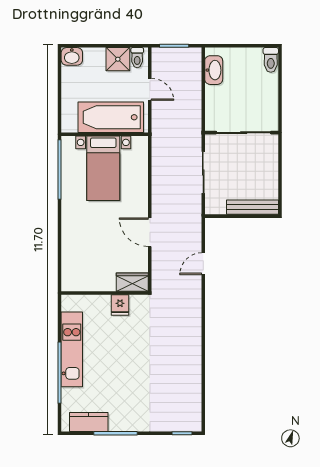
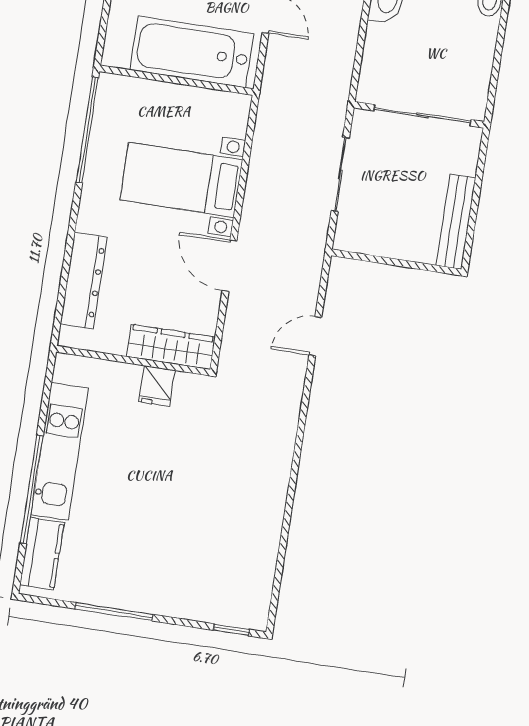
bed with nightstands: (103, 168) -> (181, 180), moved, turned 90
bench: (252, 207) -> (456, 222), moved, turned 90
dresser: (71, 253) -> (84, 281), added
wardrobe: (132, 282) -> (171, 347), width x1.50
kitchen counter: (89, 422) -> (42, 554), moved, turned 90

